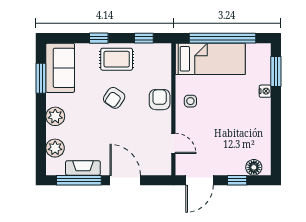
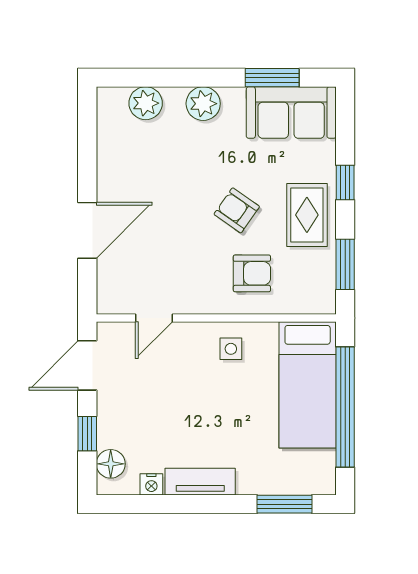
window: (144, 38) -> (345, 264), width x1.50
nightstand: (265, 91) -> (151, 484), moved
armchair: (160, 100) -> (252, 273), moved
tv unit: (264, 118) -> (200, 482), added
fireplace: (83, 168) -> (110, 154), removed
window: (79, 180) -> (87, 146), removed
door: (200, 180) -> (87, 365), hinge flipped

